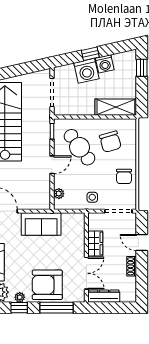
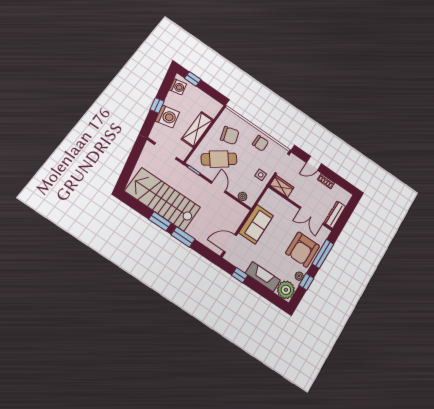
washing machine: (105, 64) -> (178, 87), moved
shelving: (116, 107) -> (197, 129), moved
wardrobe: (95, 244) -> (282, 186), moved
double door: (86, 273) -> (312, 216), swing flipped

